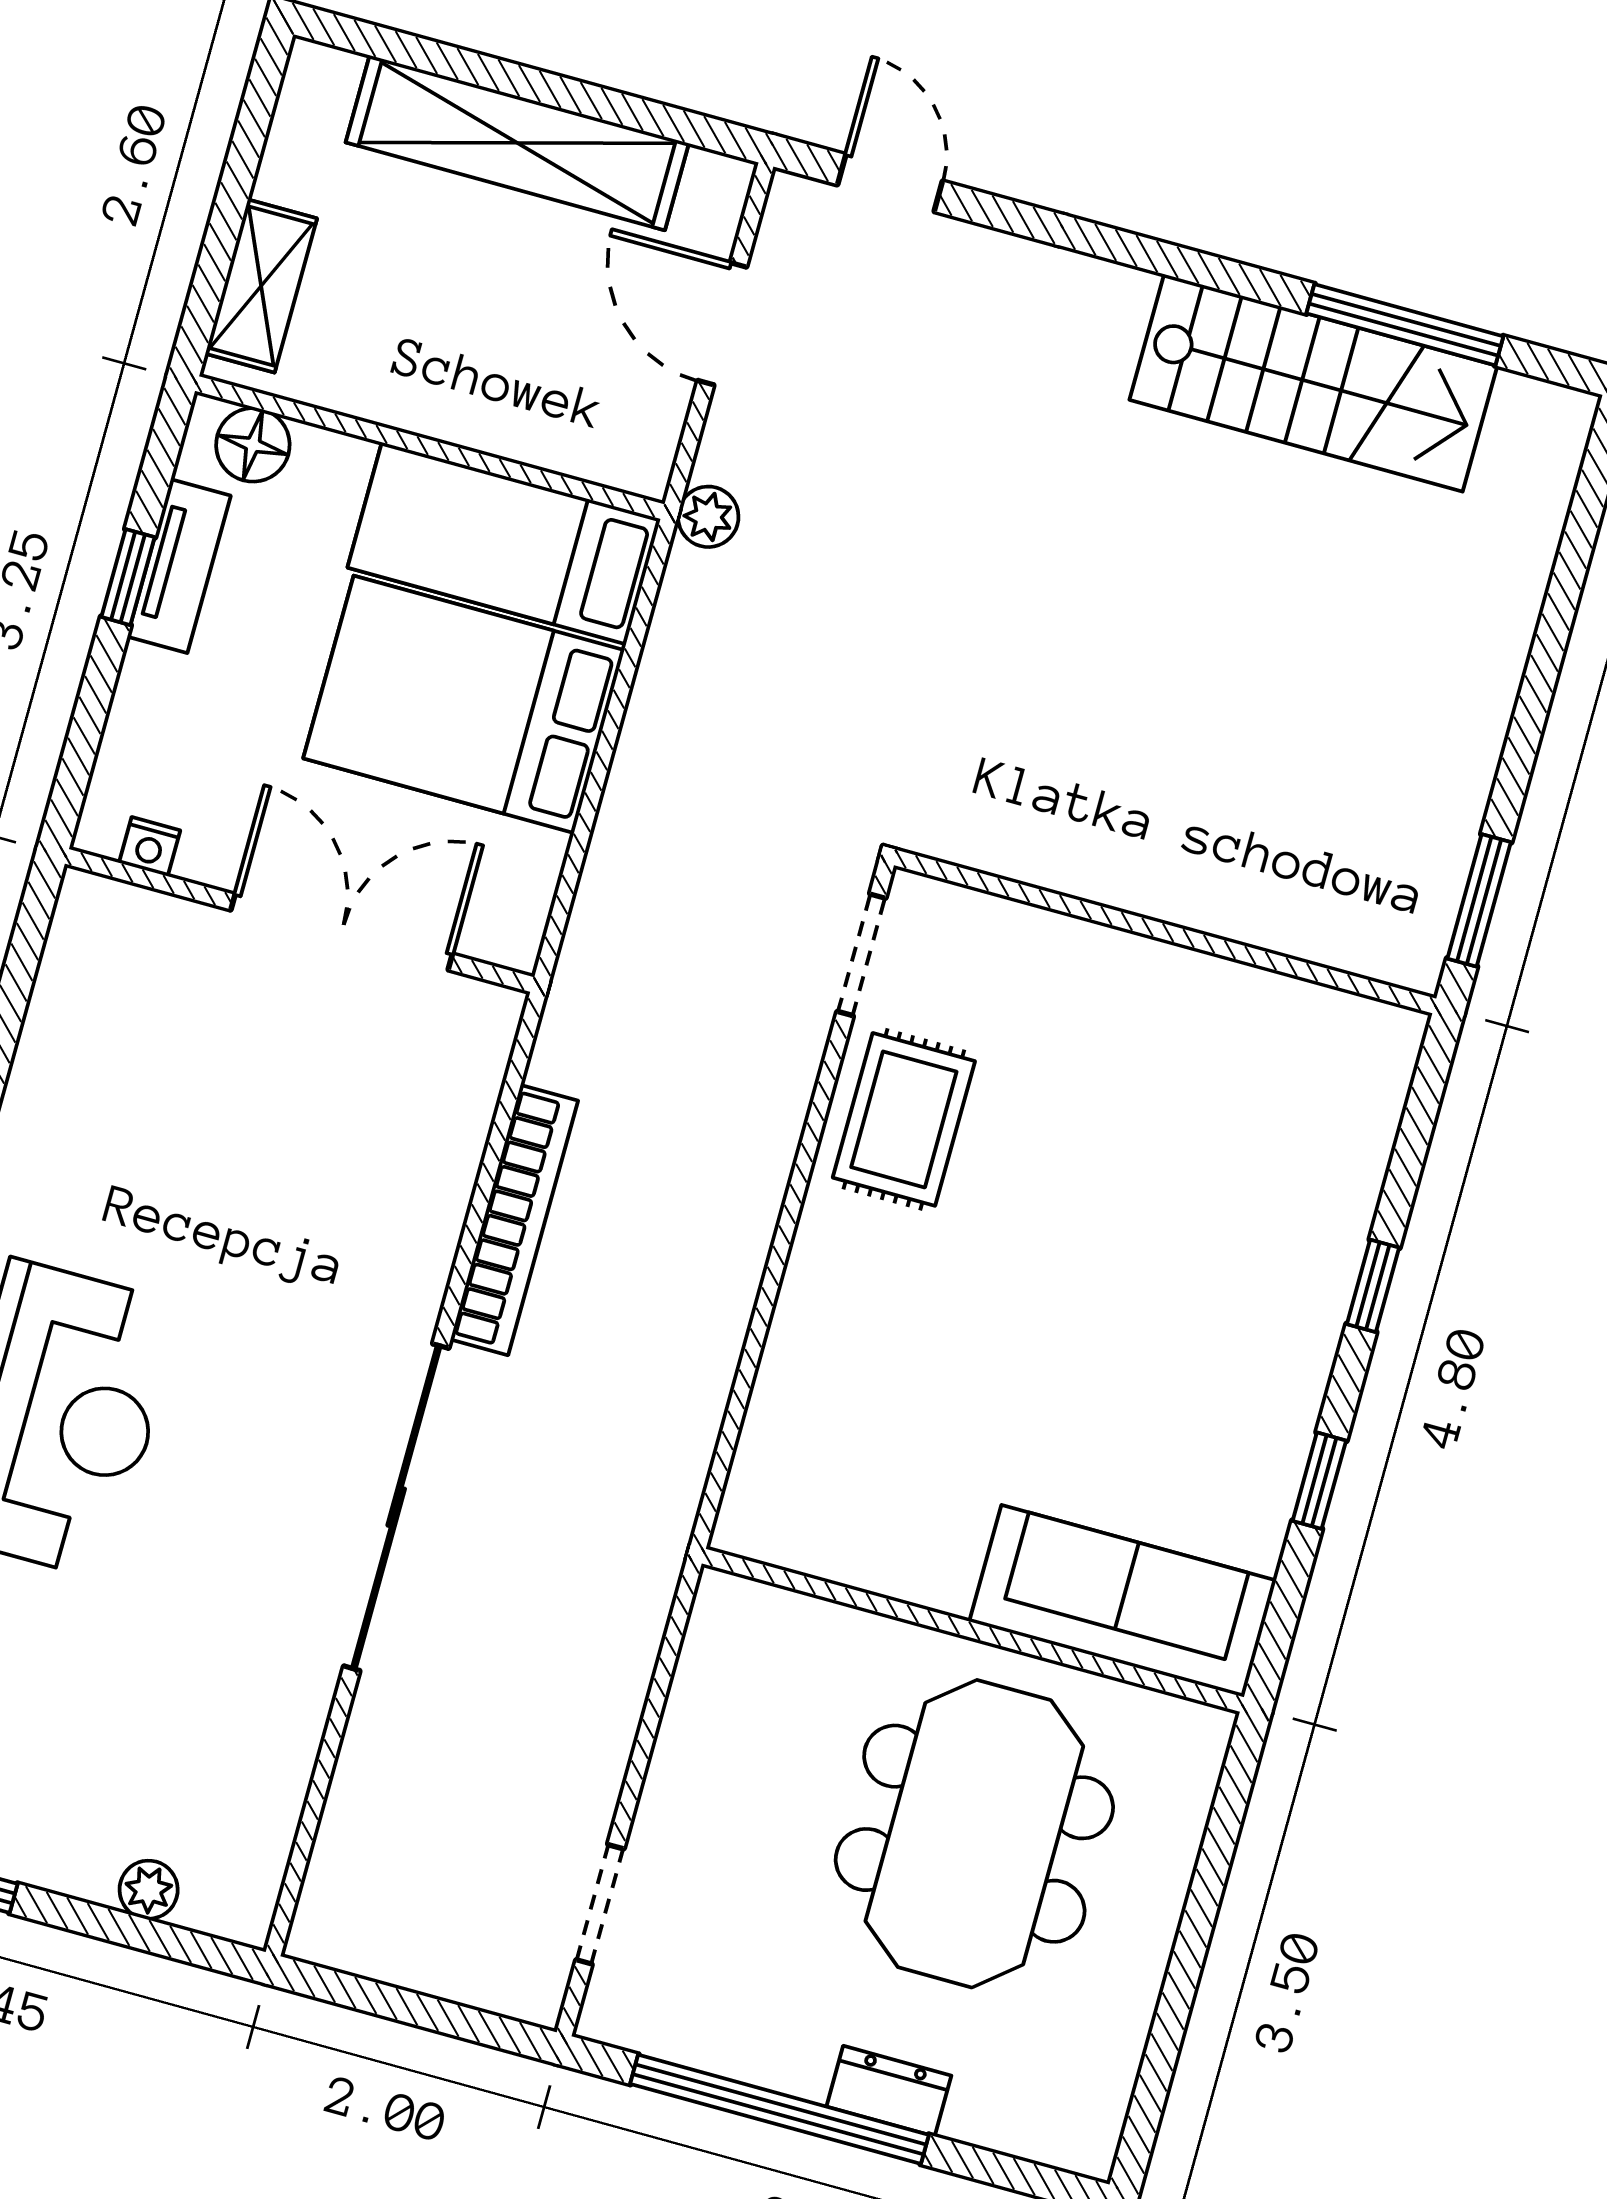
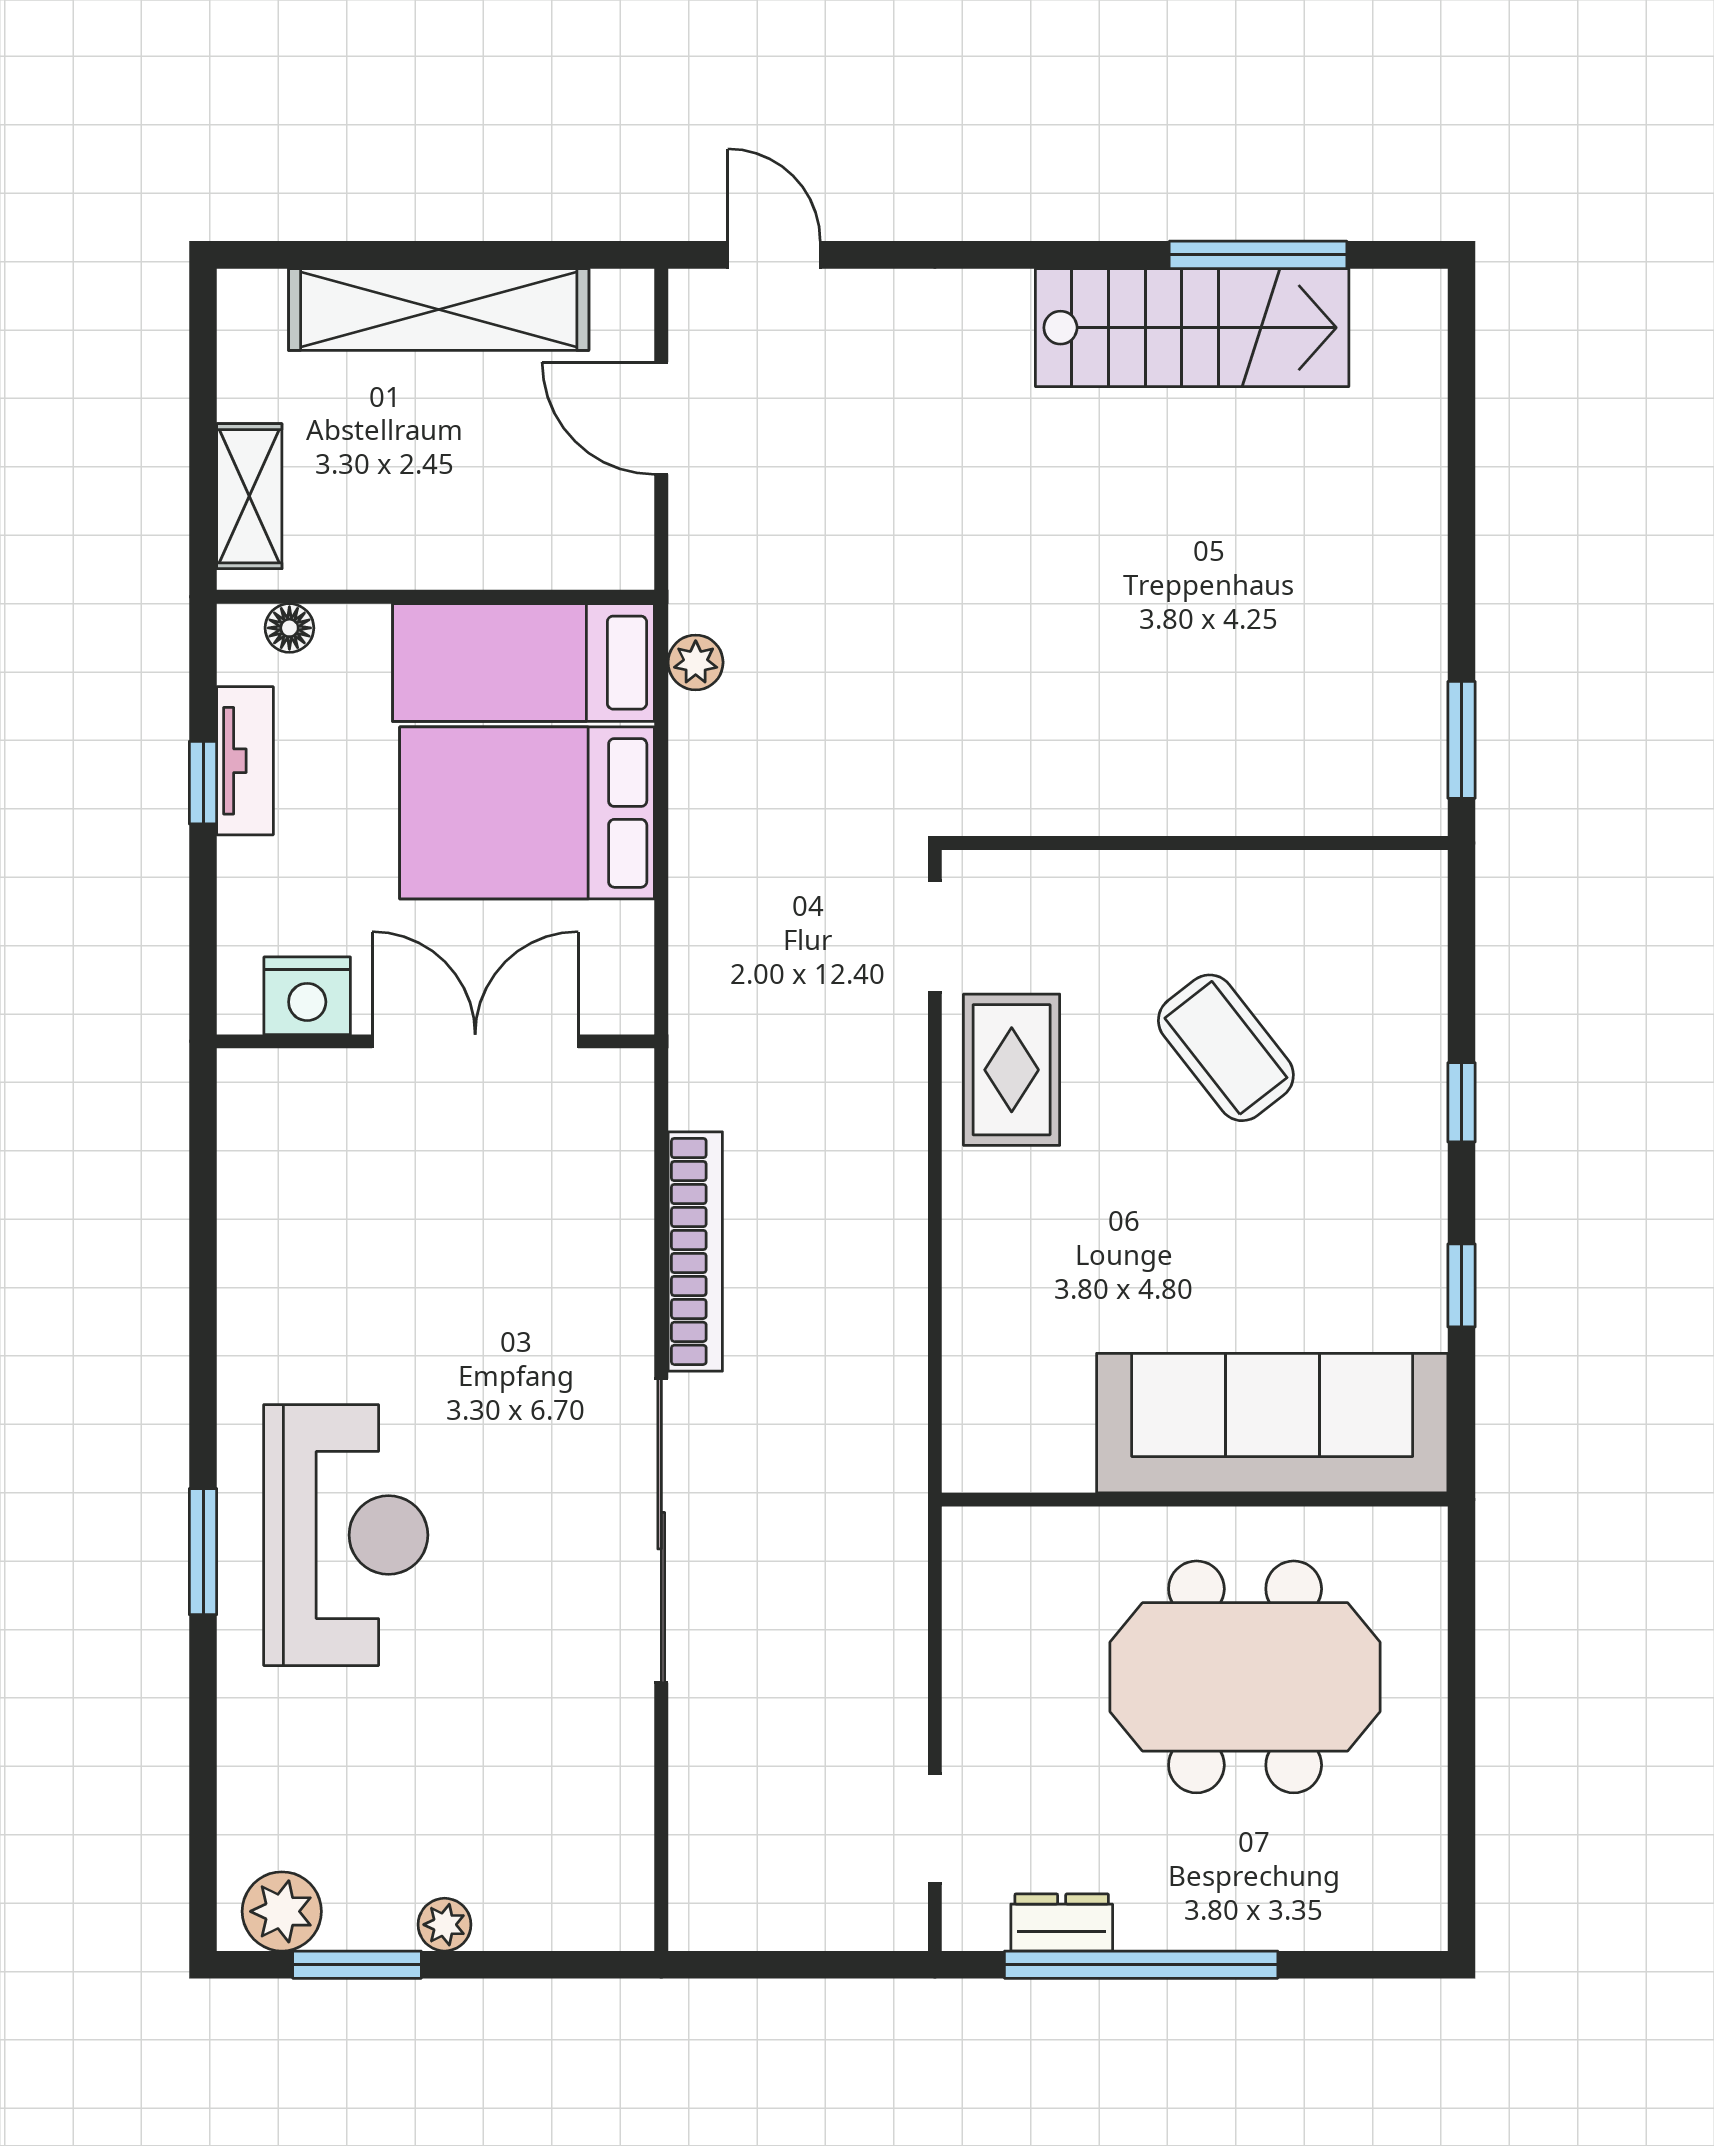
floor lamp: (253, 445) -> (289, 628), width x0.73, depth x0.73
plant: (708, 517) -> (696, 662), moved
nightstand: (150, 847) -> (307, 996), width x1.89, depth x1.79
coffee table: (1138, 1159) -> (1226, 1048), added
sofa: (1123, 1601) -> (1272, 1423), width x1.36, depth x1.27
meeting table: (974, 1834) -> (1245, 1677), turned 90
plant: (149, 1890) -> (445, 1925), moved
dresser: (889, 2091) -> (1062, 1922), moved

